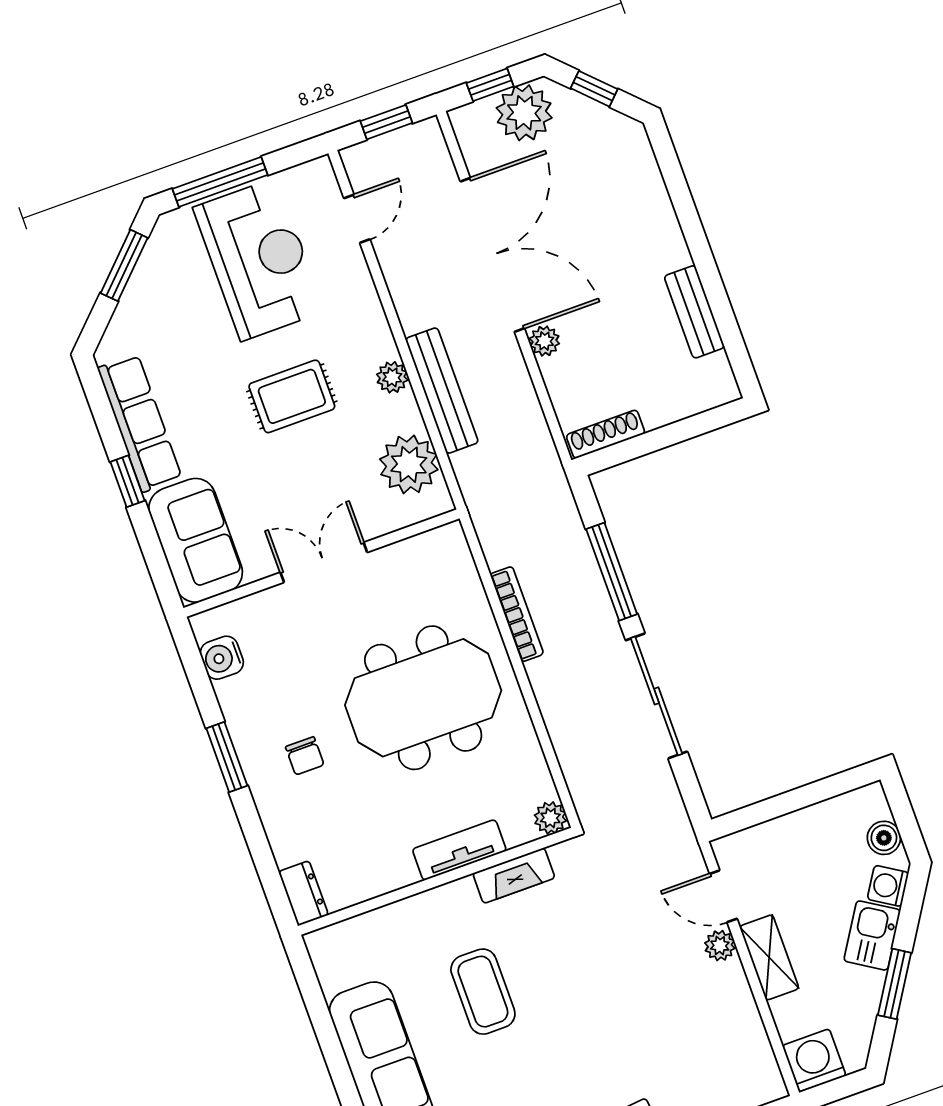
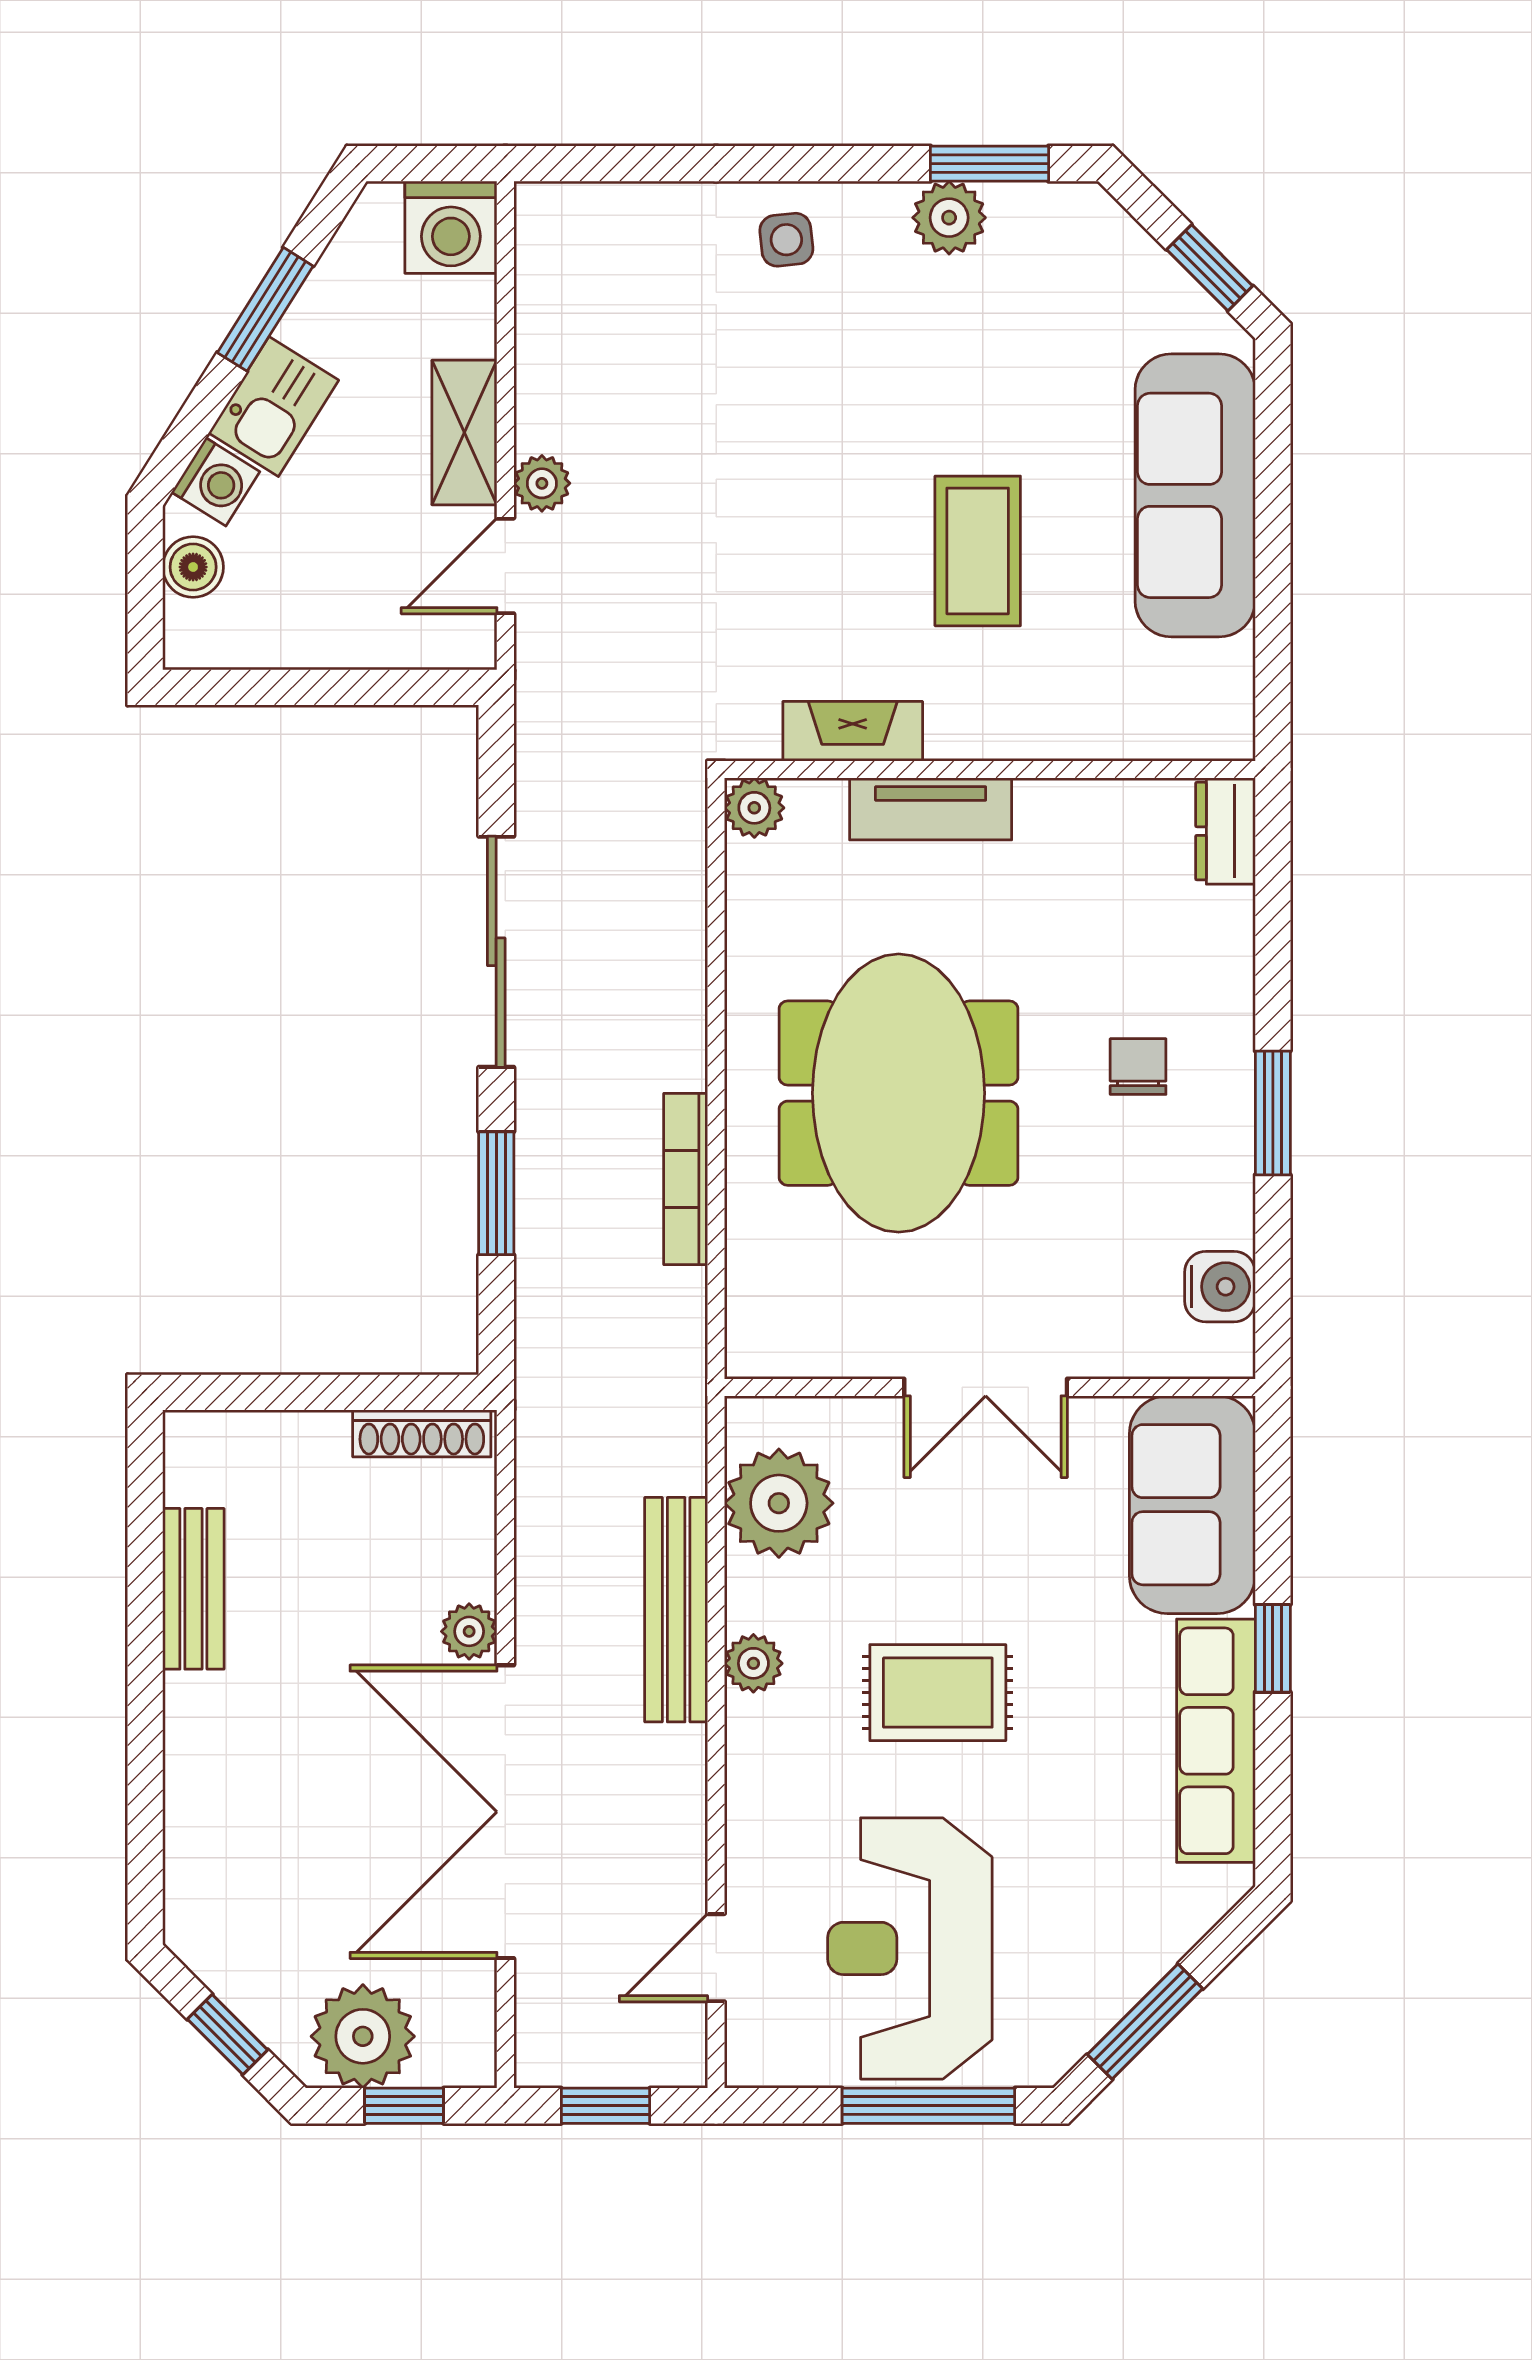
window: (612, 572) -> (496, 1193), width x0.69
meeting table: (423, 698) -> (899, 1093), turned 90
door: (723, 896) -> (505, 566), swing flipped

